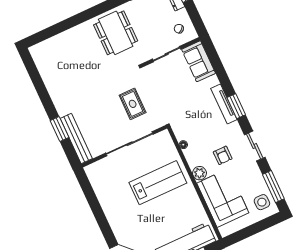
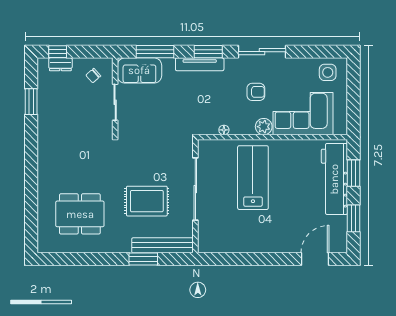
dining table: (116, 33) -> (80, 214), moved
rug: (133, 104) -> (147, 201), moved, width x1.36, depth x1.43
sliding door: (255, 146) -> (262, 52), width x1.37
window: (273, 187) -> (155, 52), moved

